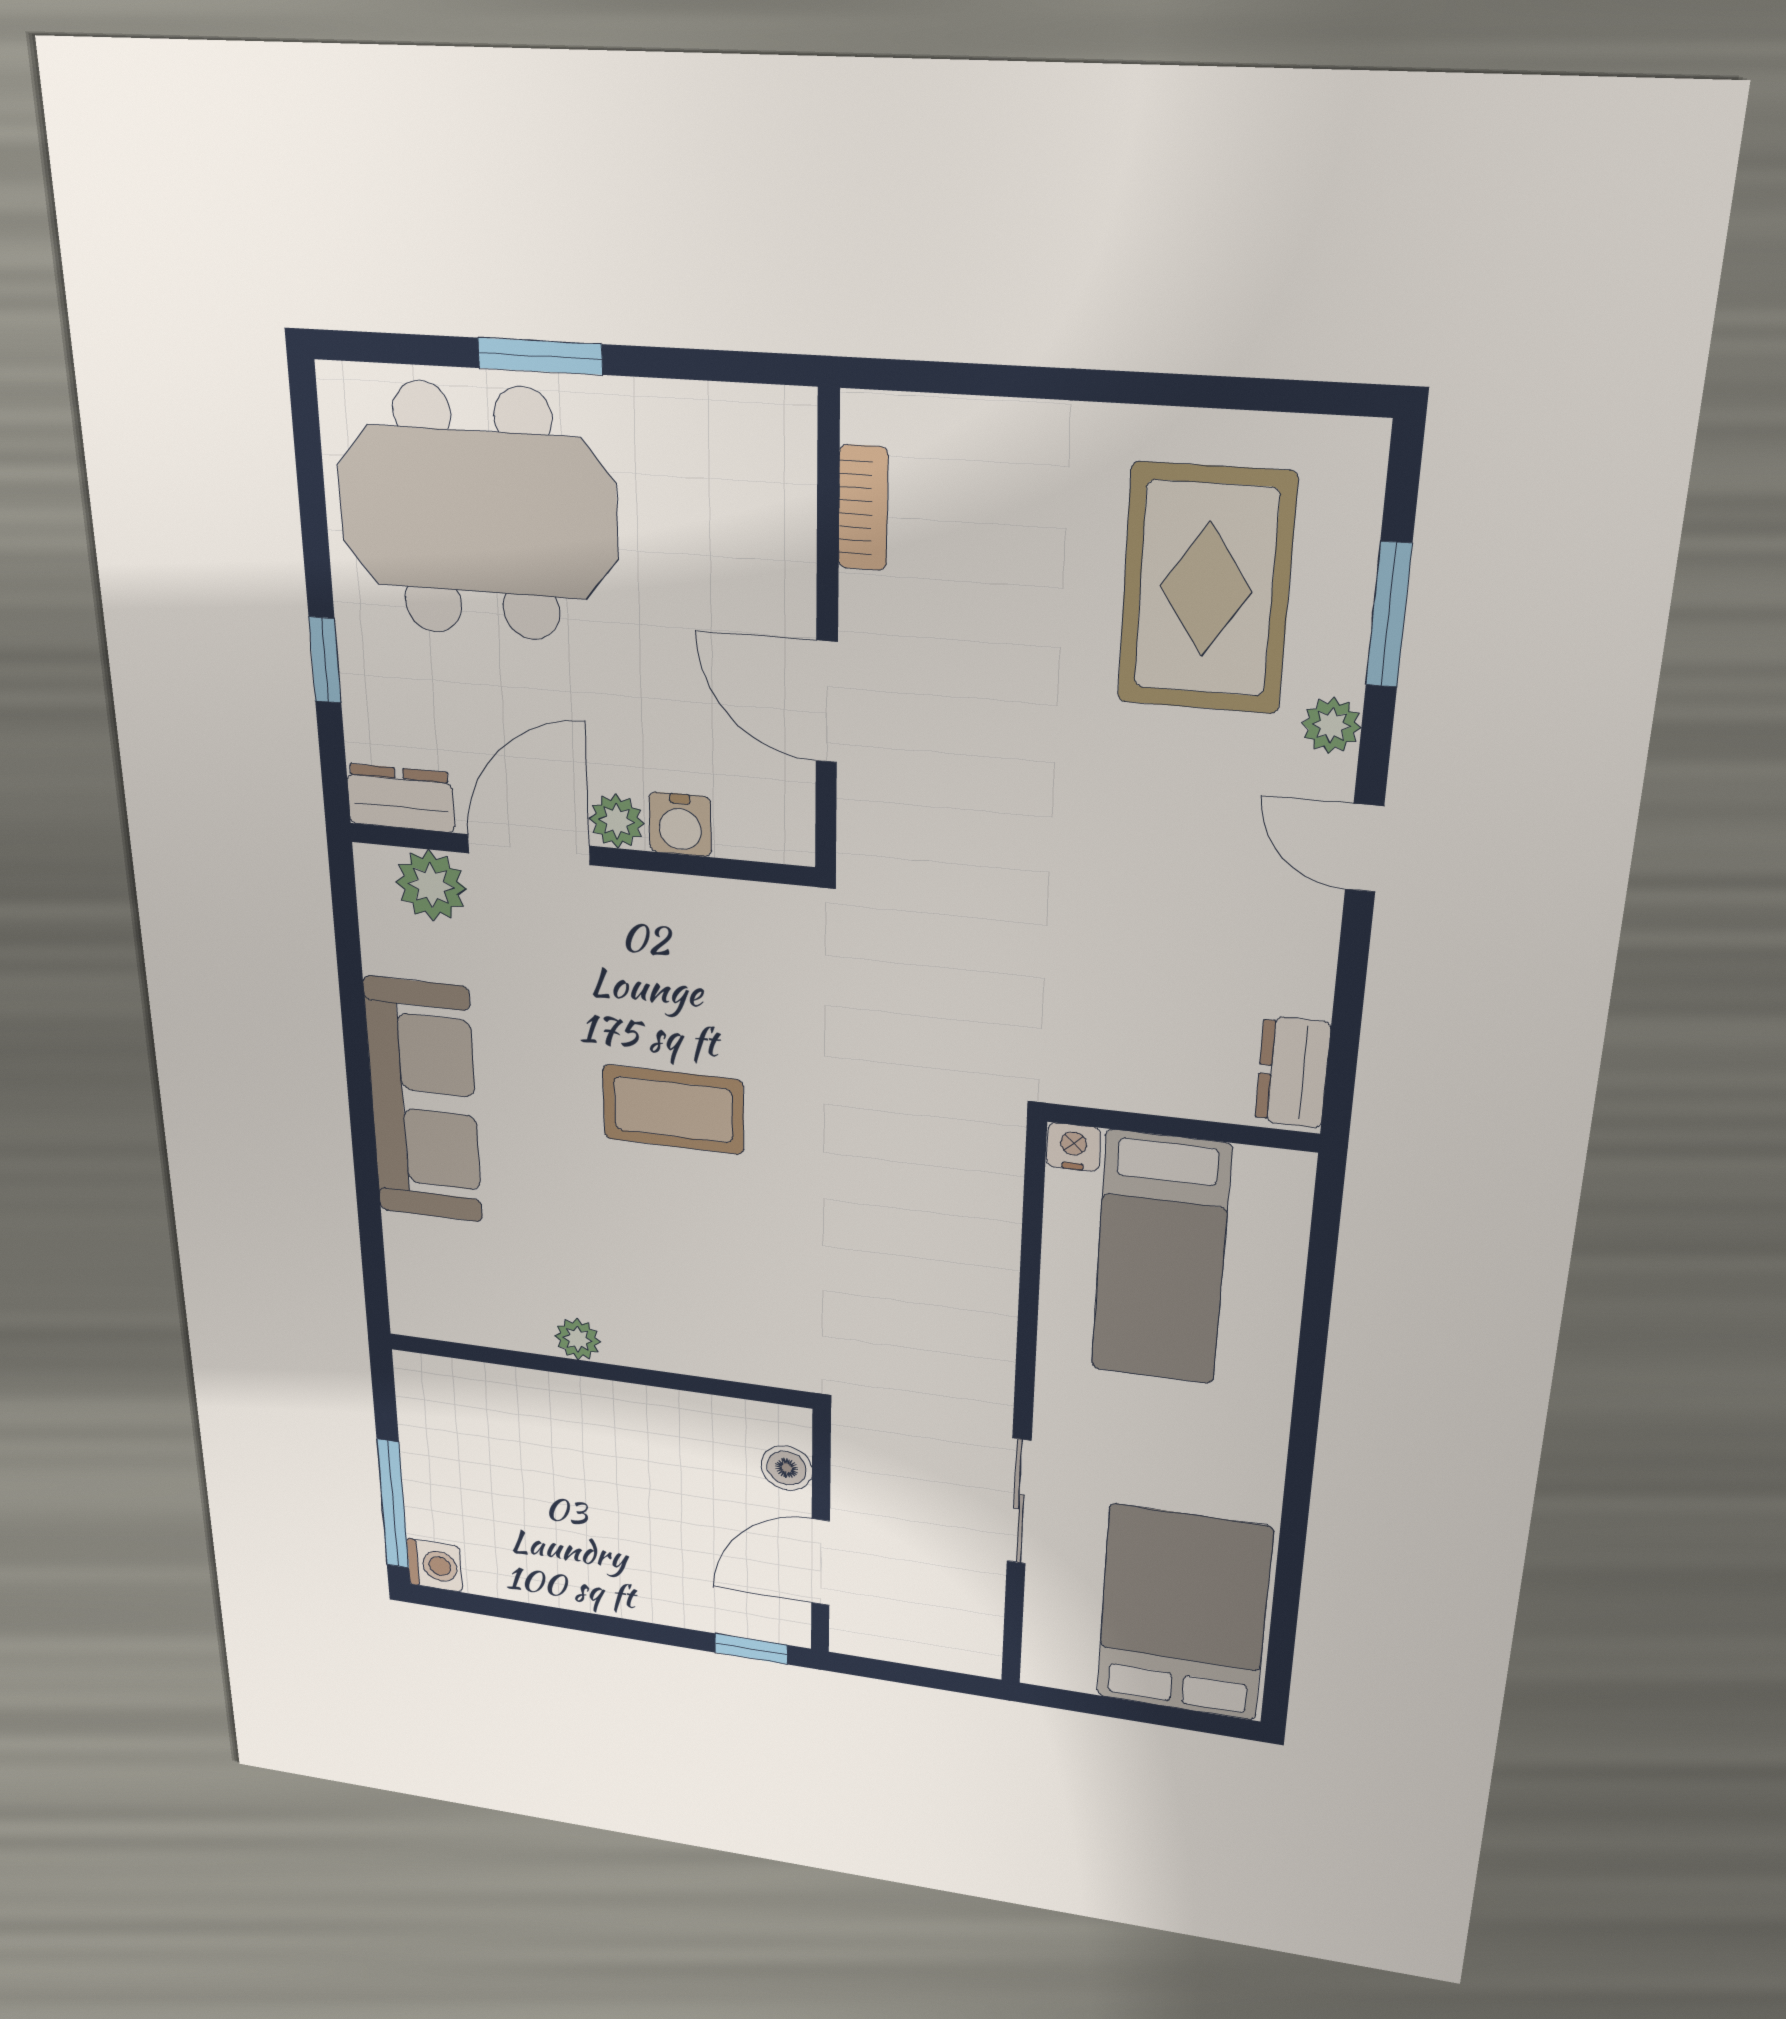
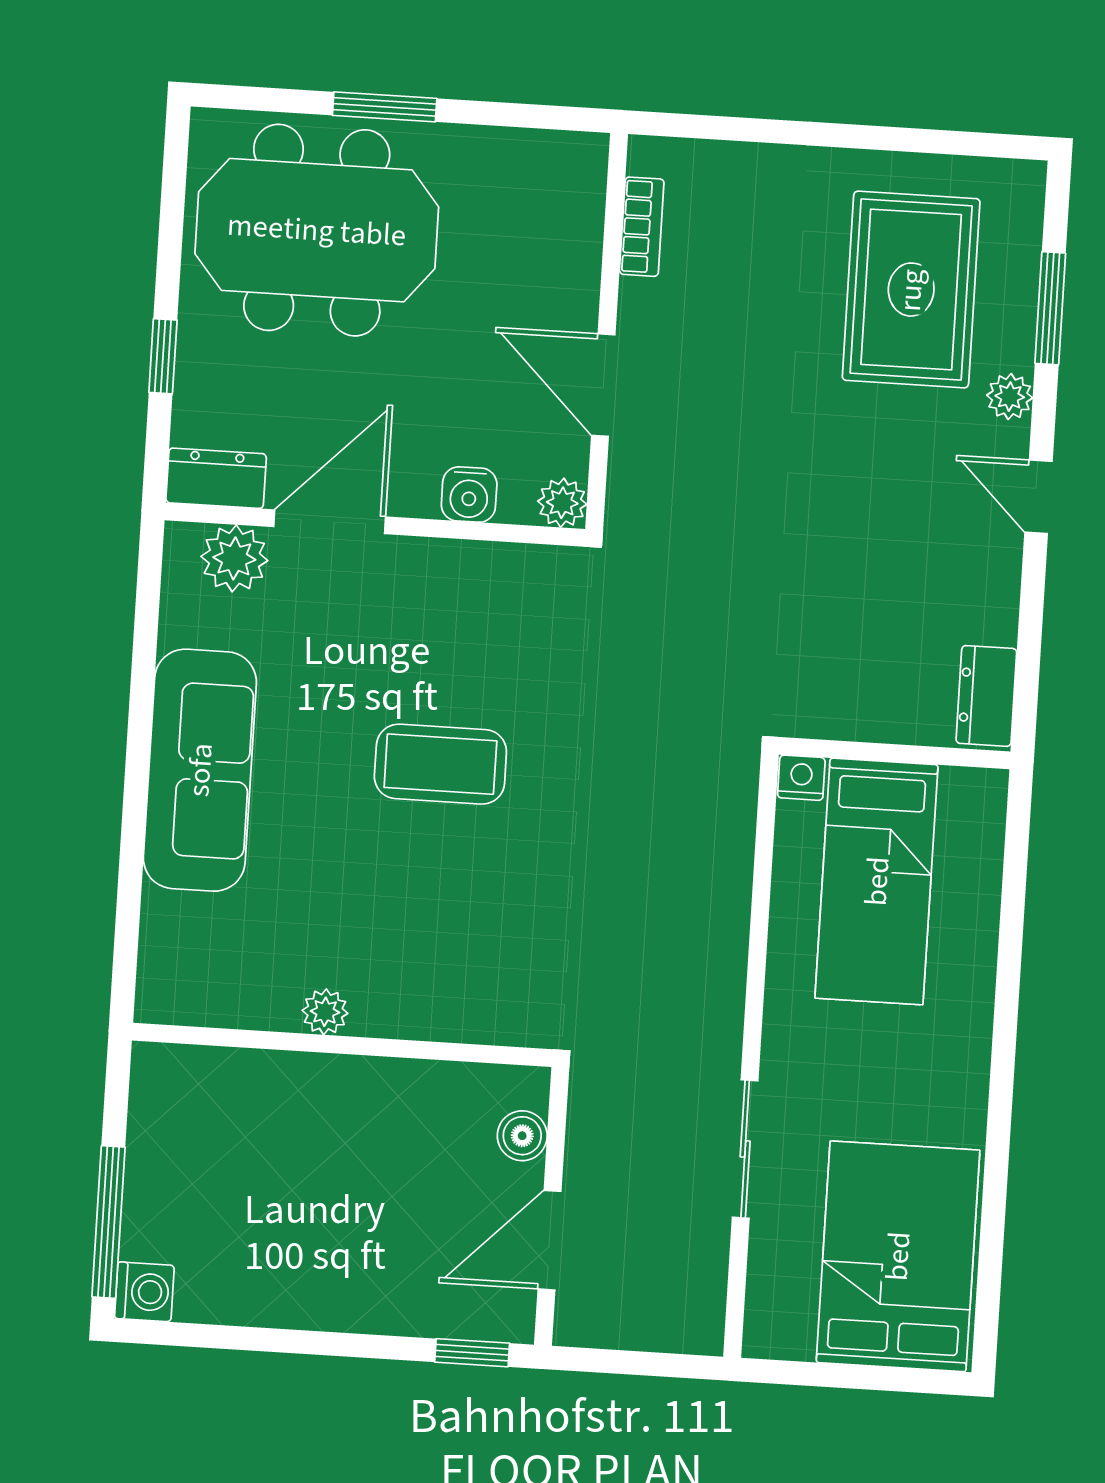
plant: (617, 821) -> (562, 503), moved

